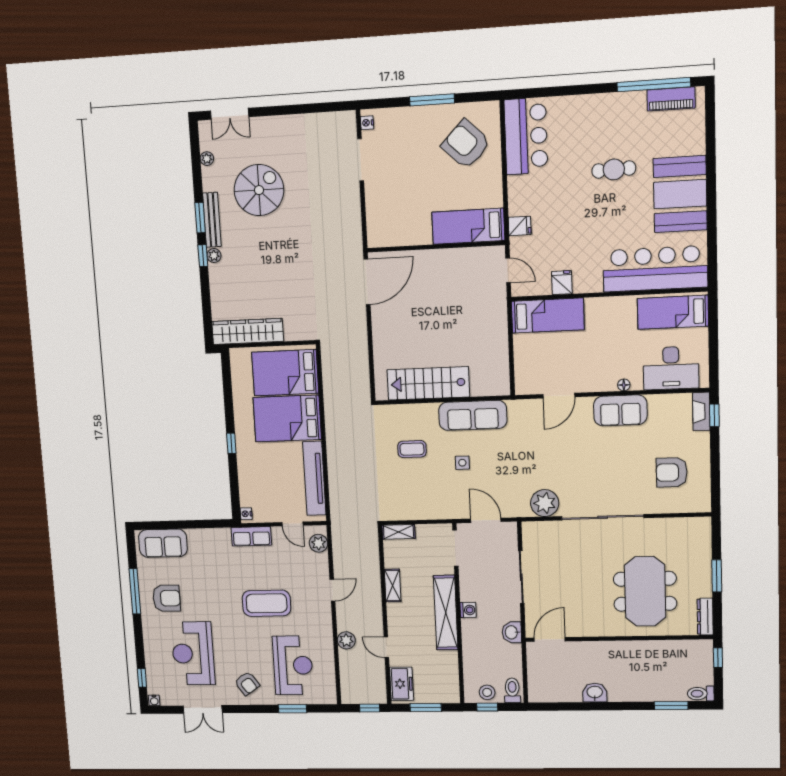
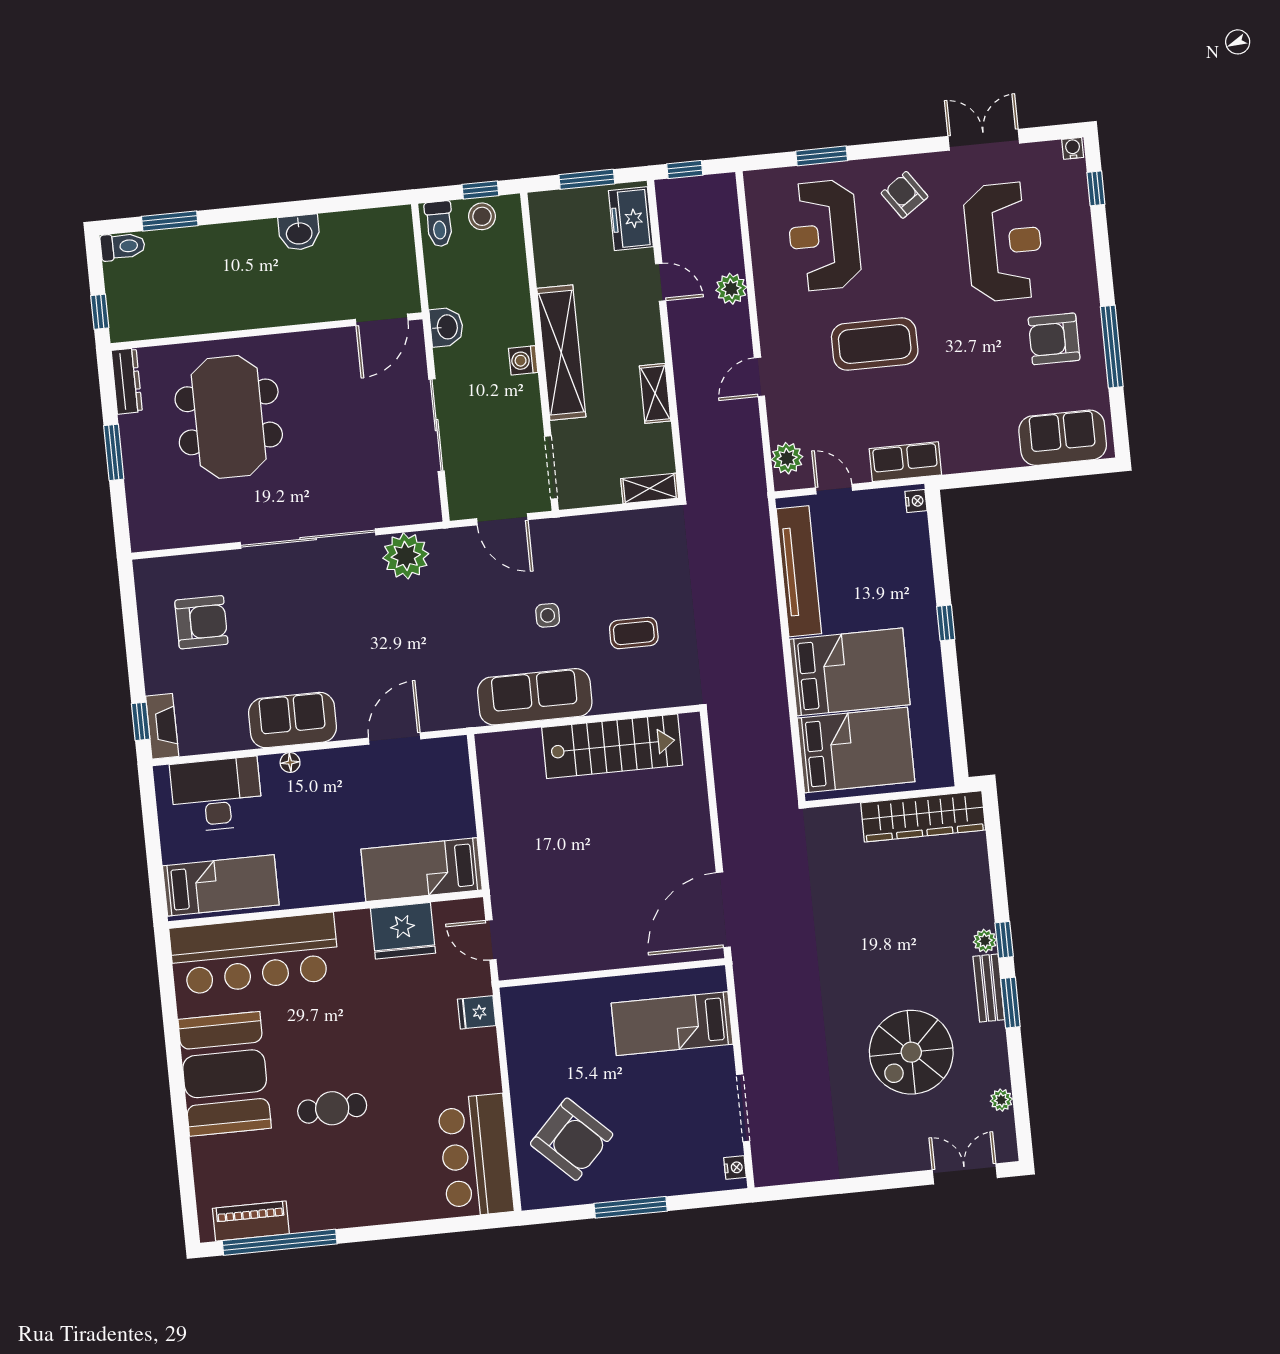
bench: (212, 220) -> (989, 988), width x0.73
bed: (468, 226) -> (672, 1024), moved, turned 180
fridge: (562, 283) -> (403, 931), width x1.88, depth x1.34

